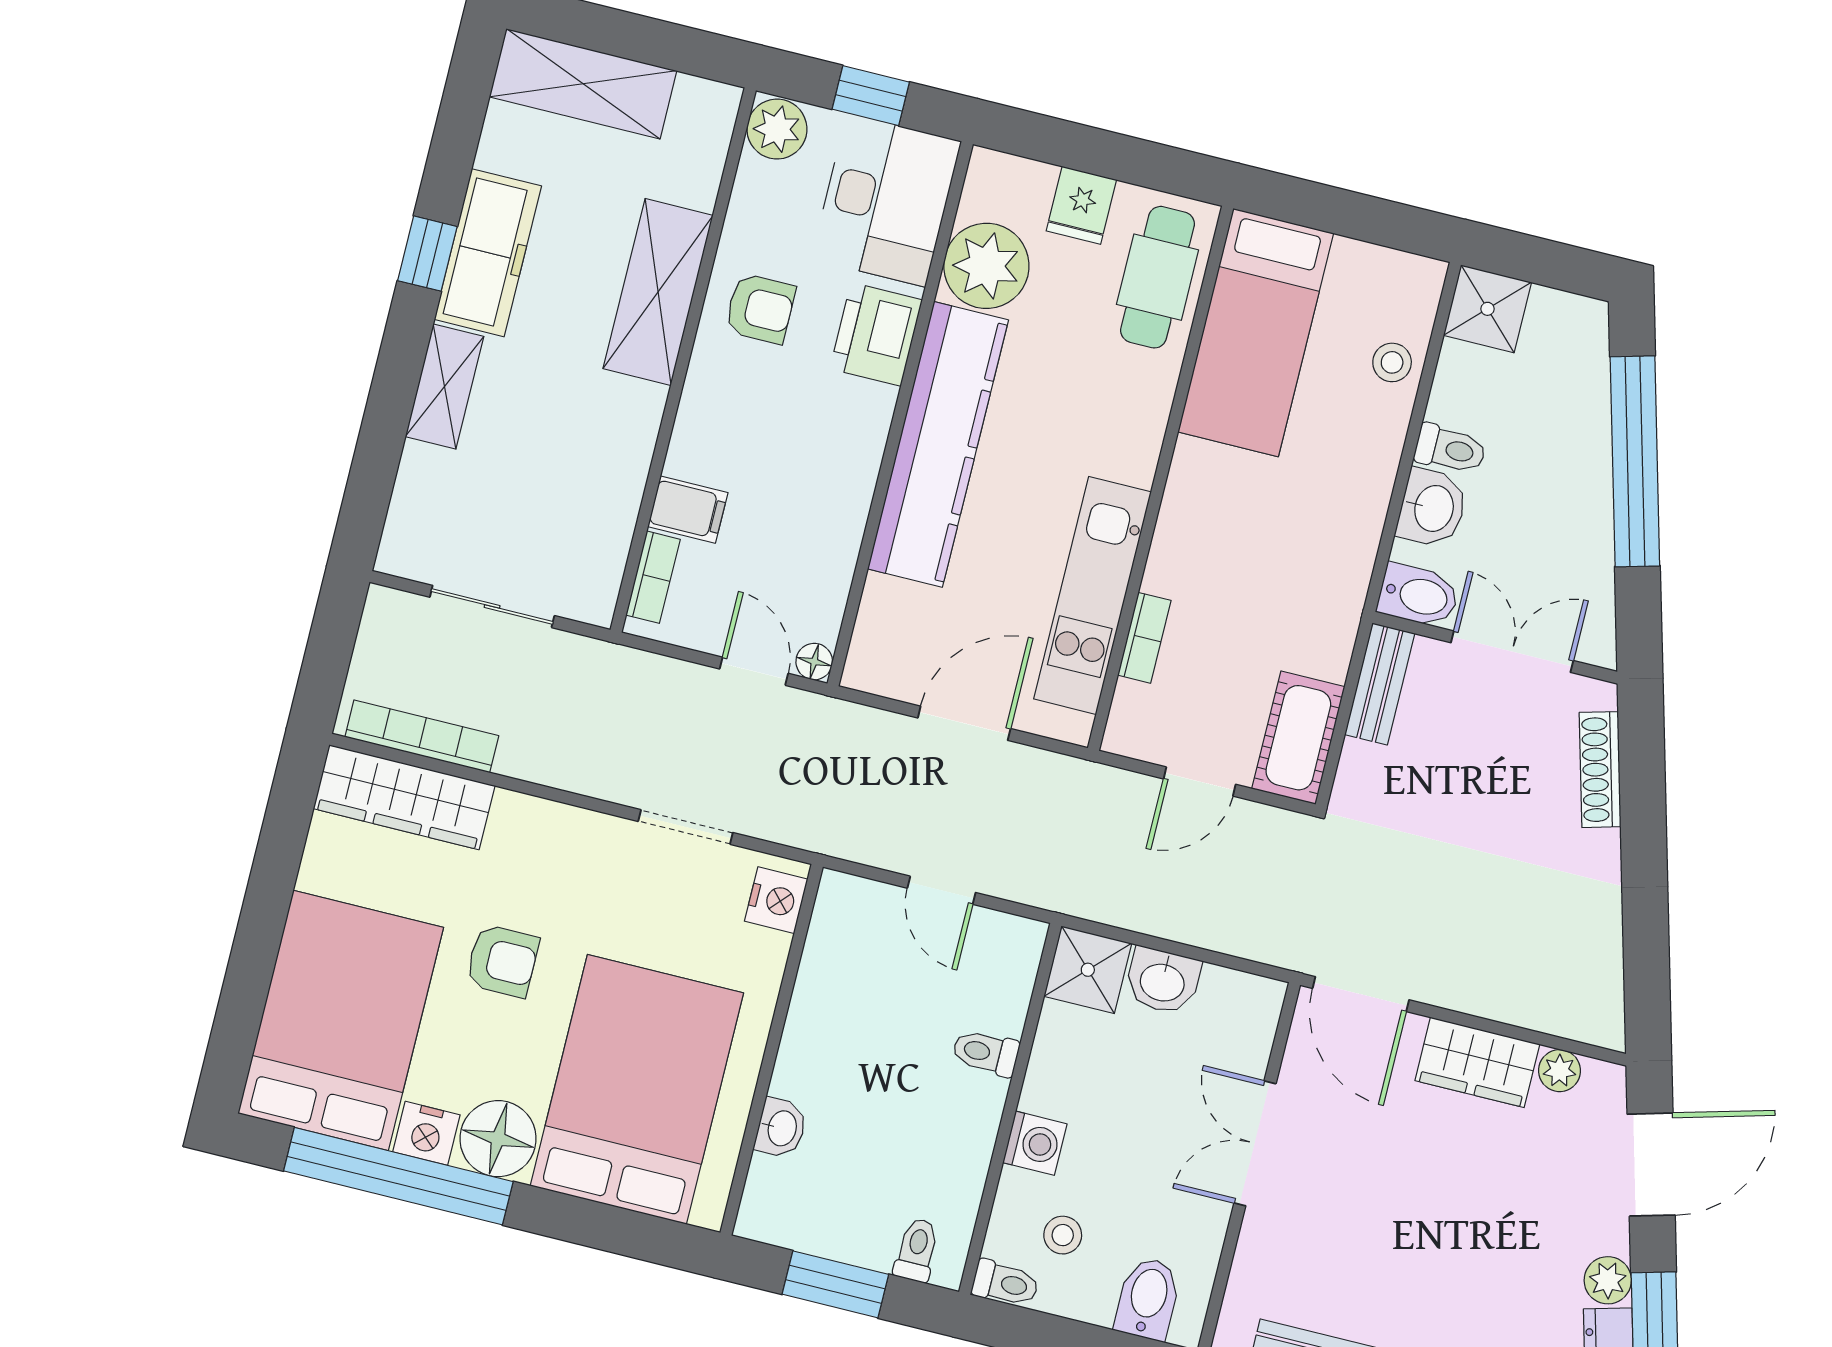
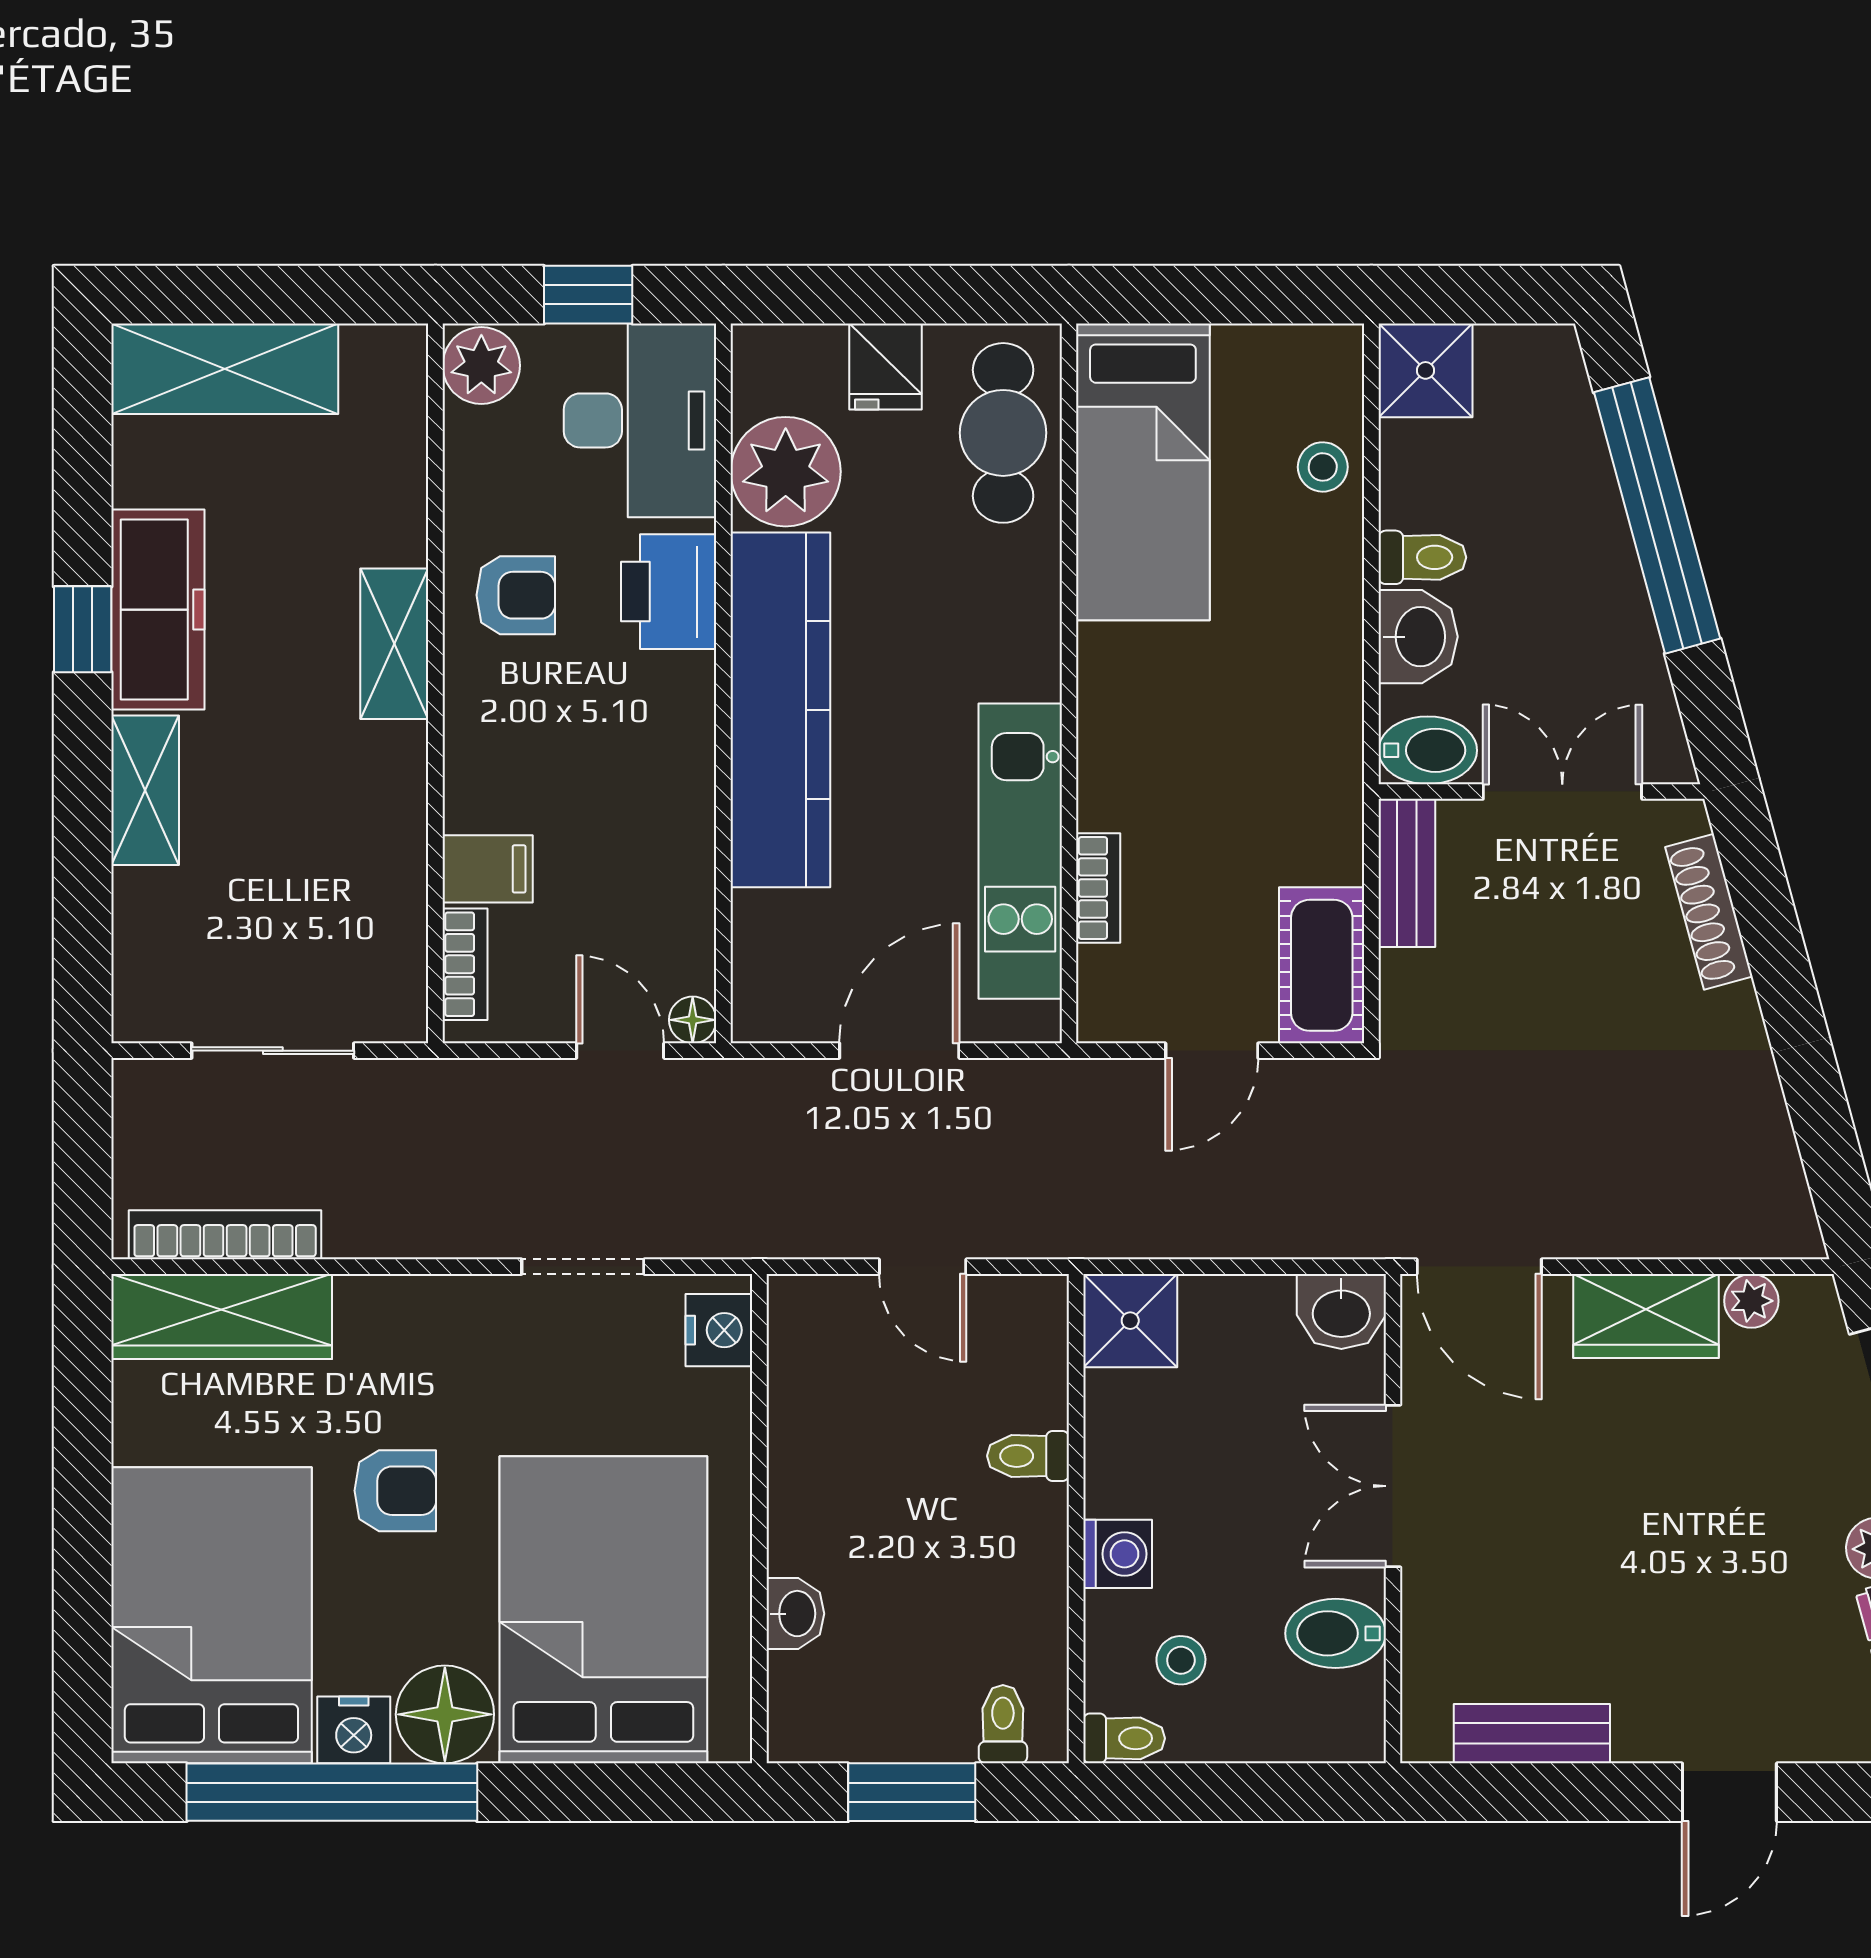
shelving: (658, 292) -> (394, 644), width x0.67, depth x0.75
washbasin: (1163, 981) -> (1341, 1311), moved
bidet: (1148, 1298) -> (1336, 1633), moved, turned -90

